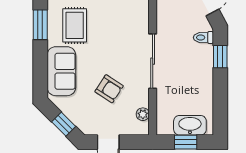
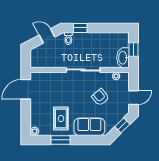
rug: (75, 25) -> (61, 119), turned 90
armchair: (109, 89) -> (100, 97), turned -73
washbasin: (190, 125) -> (123, 58), moved

